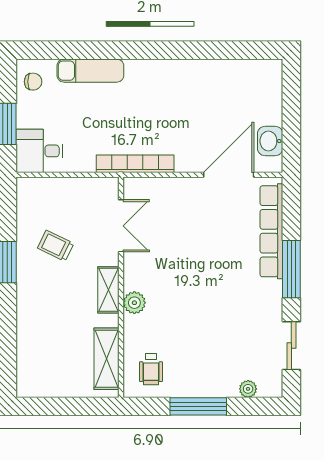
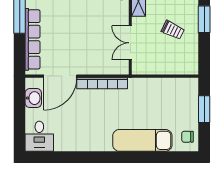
exam couch: (90, 71) -> (142, 140), width x1.36, depth x1.45
desk: (39, 151) -> (39, 136), moved, turned 90
bookcase: (135, 164) -> (102, 83), moved

